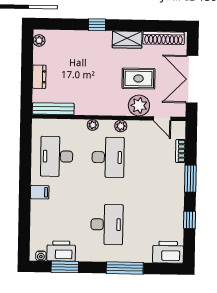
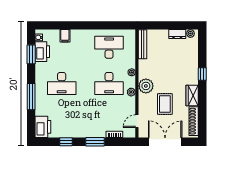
dresser: (39, 77) -> (177, 34), moved
plant: (139, 105) -> (146, 86), moved
filing cabinet: (40, 192) -> (65, 36), moved

